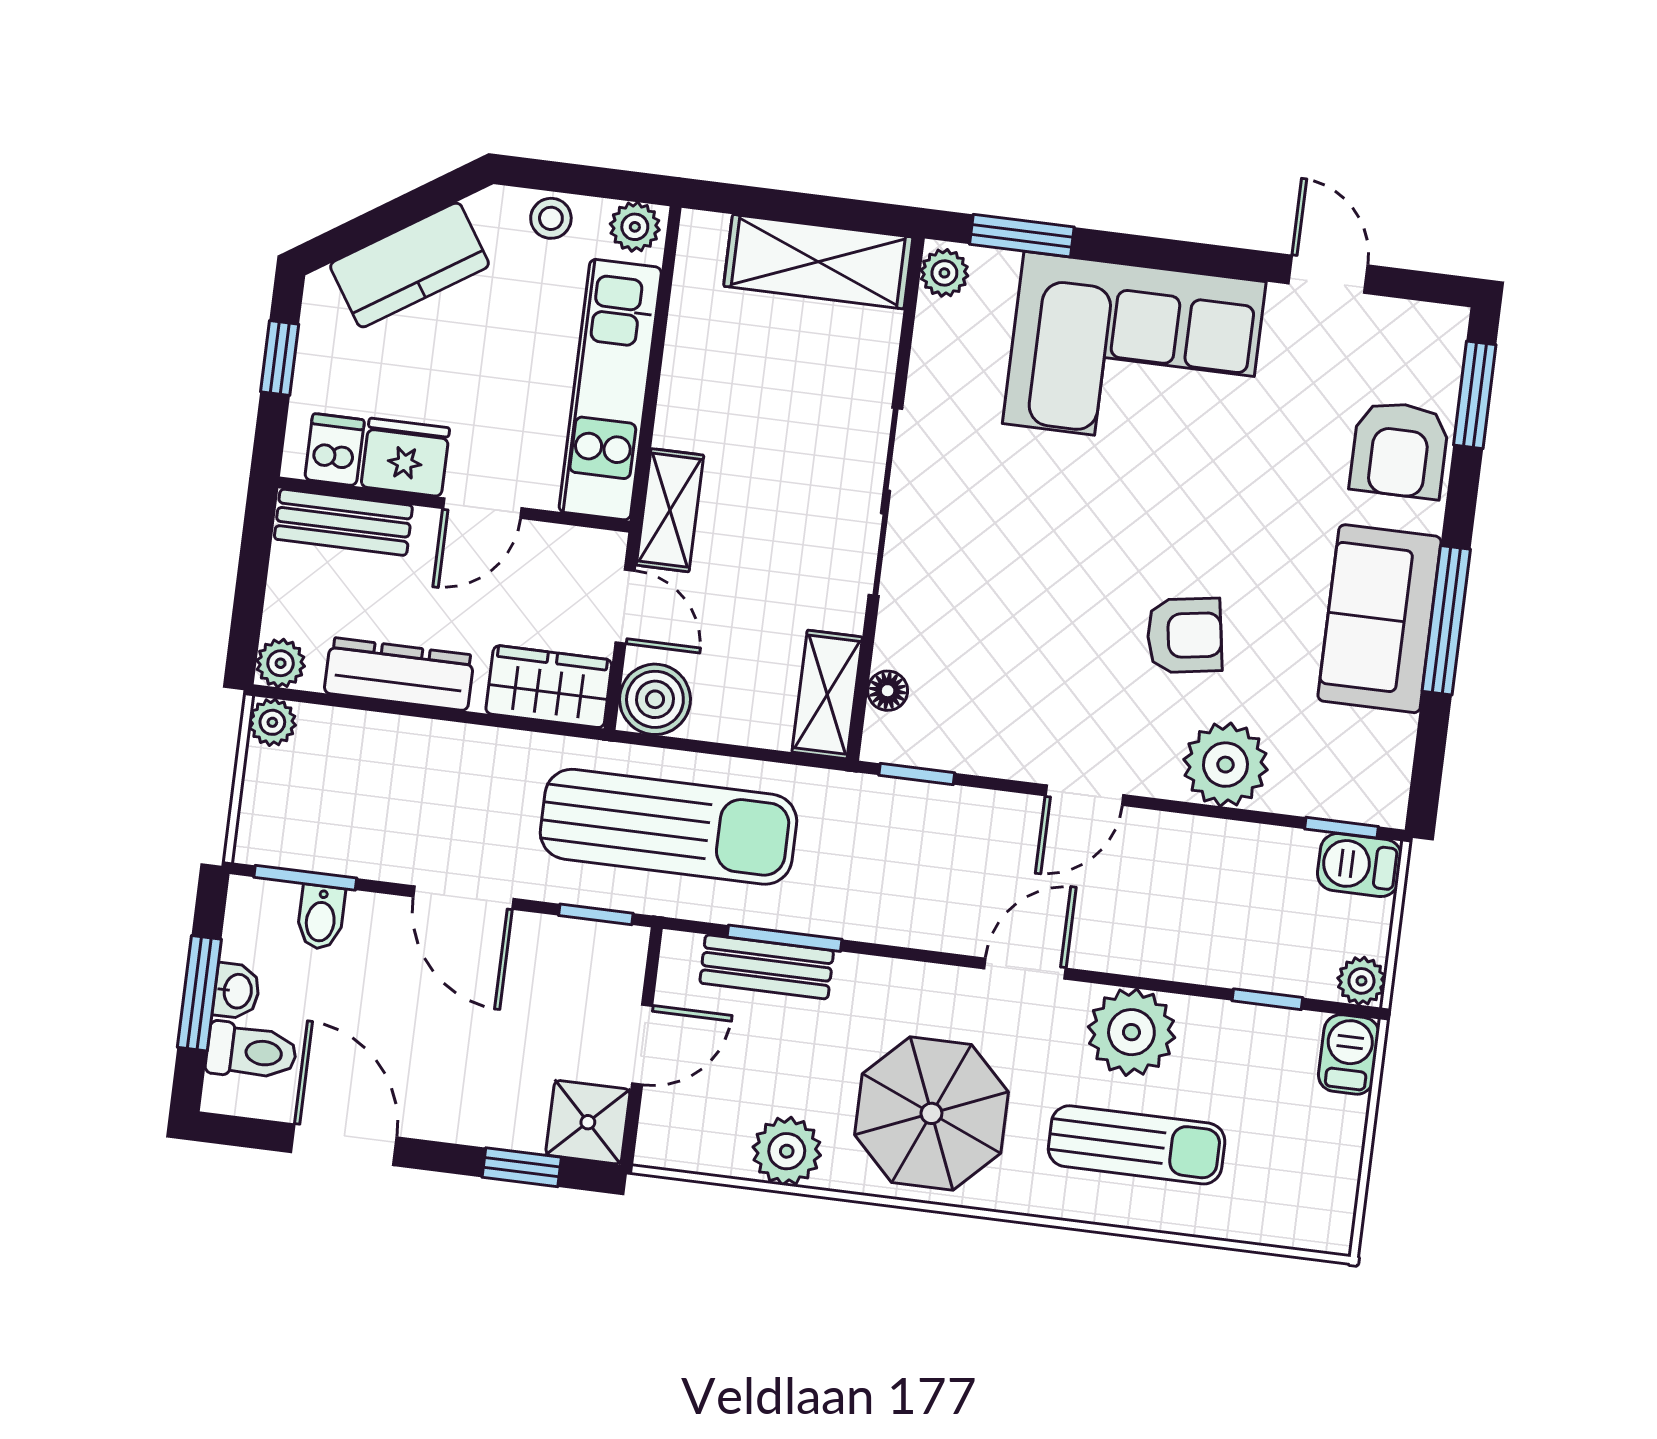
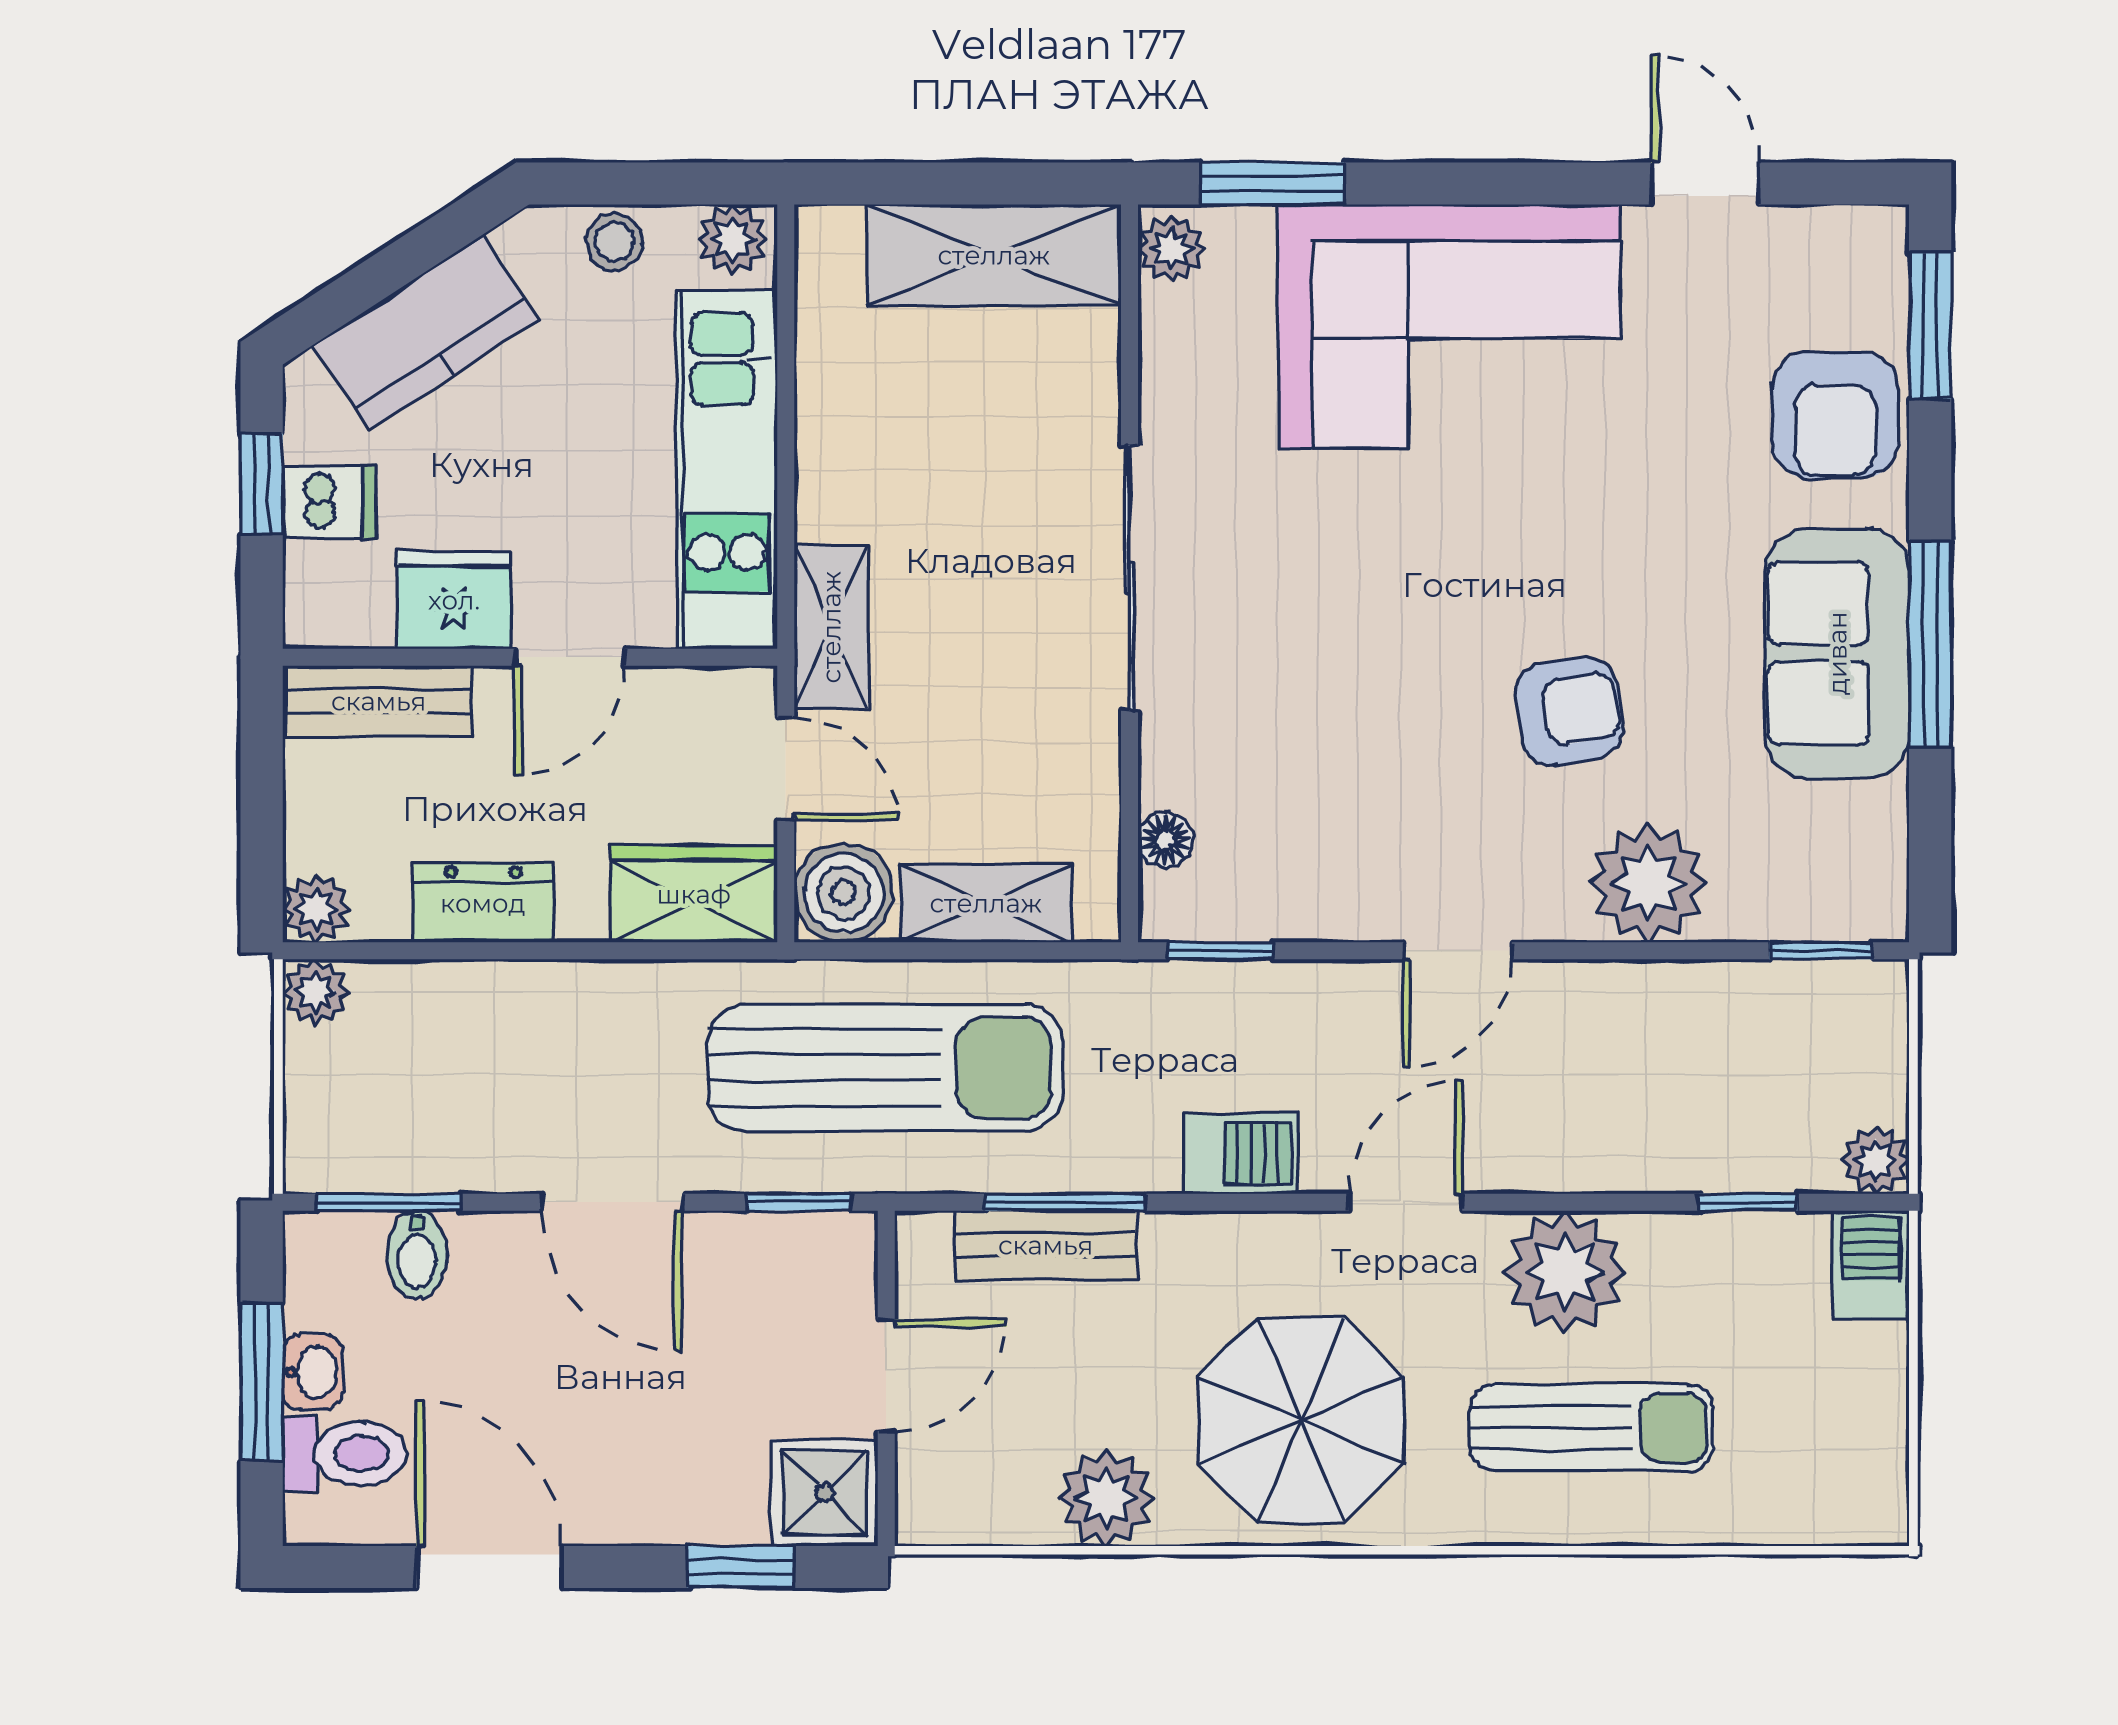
dishwasher: (335, 450) -> (330, 502), moved, turned 90
dresser: (399, 674) -> (483, 903), width x0.70
shelving: (827, 695) -> (986, 903), moved, turned 90
barbecue: (1359, 865) -> (1241, 1153), moved, turned 180

